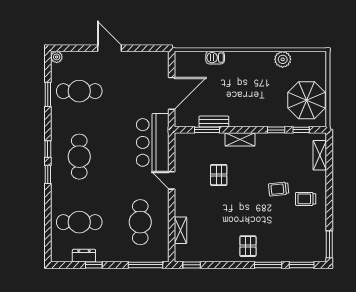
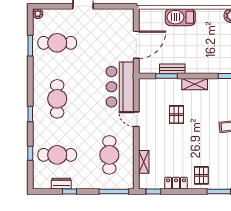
barbecue: (215, 58) -> (180, 17), width x1.88, depth x1.53
window: (48, 149) -> (30, 153), moved
locker: (218, 255) -> (176, 183), added

